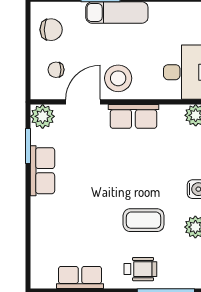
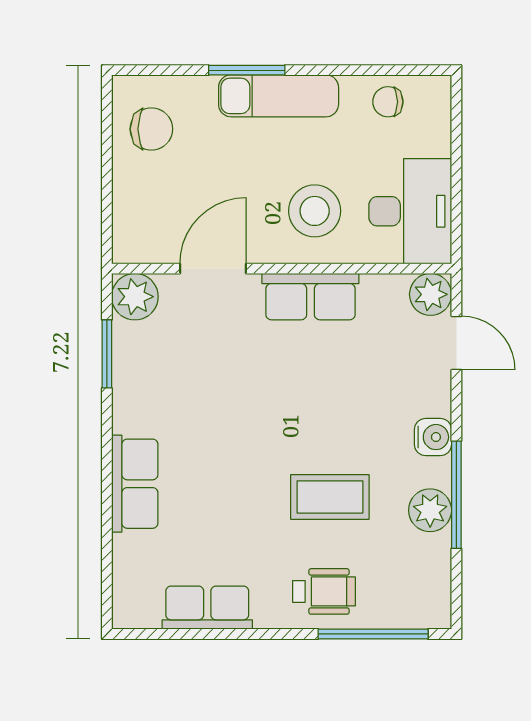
chair: (56, 70) -> (388, 102), moved
stool: (118, 78) -> (315, 211), moved
row of seats: (42, 171) -> (135, 484), moved

